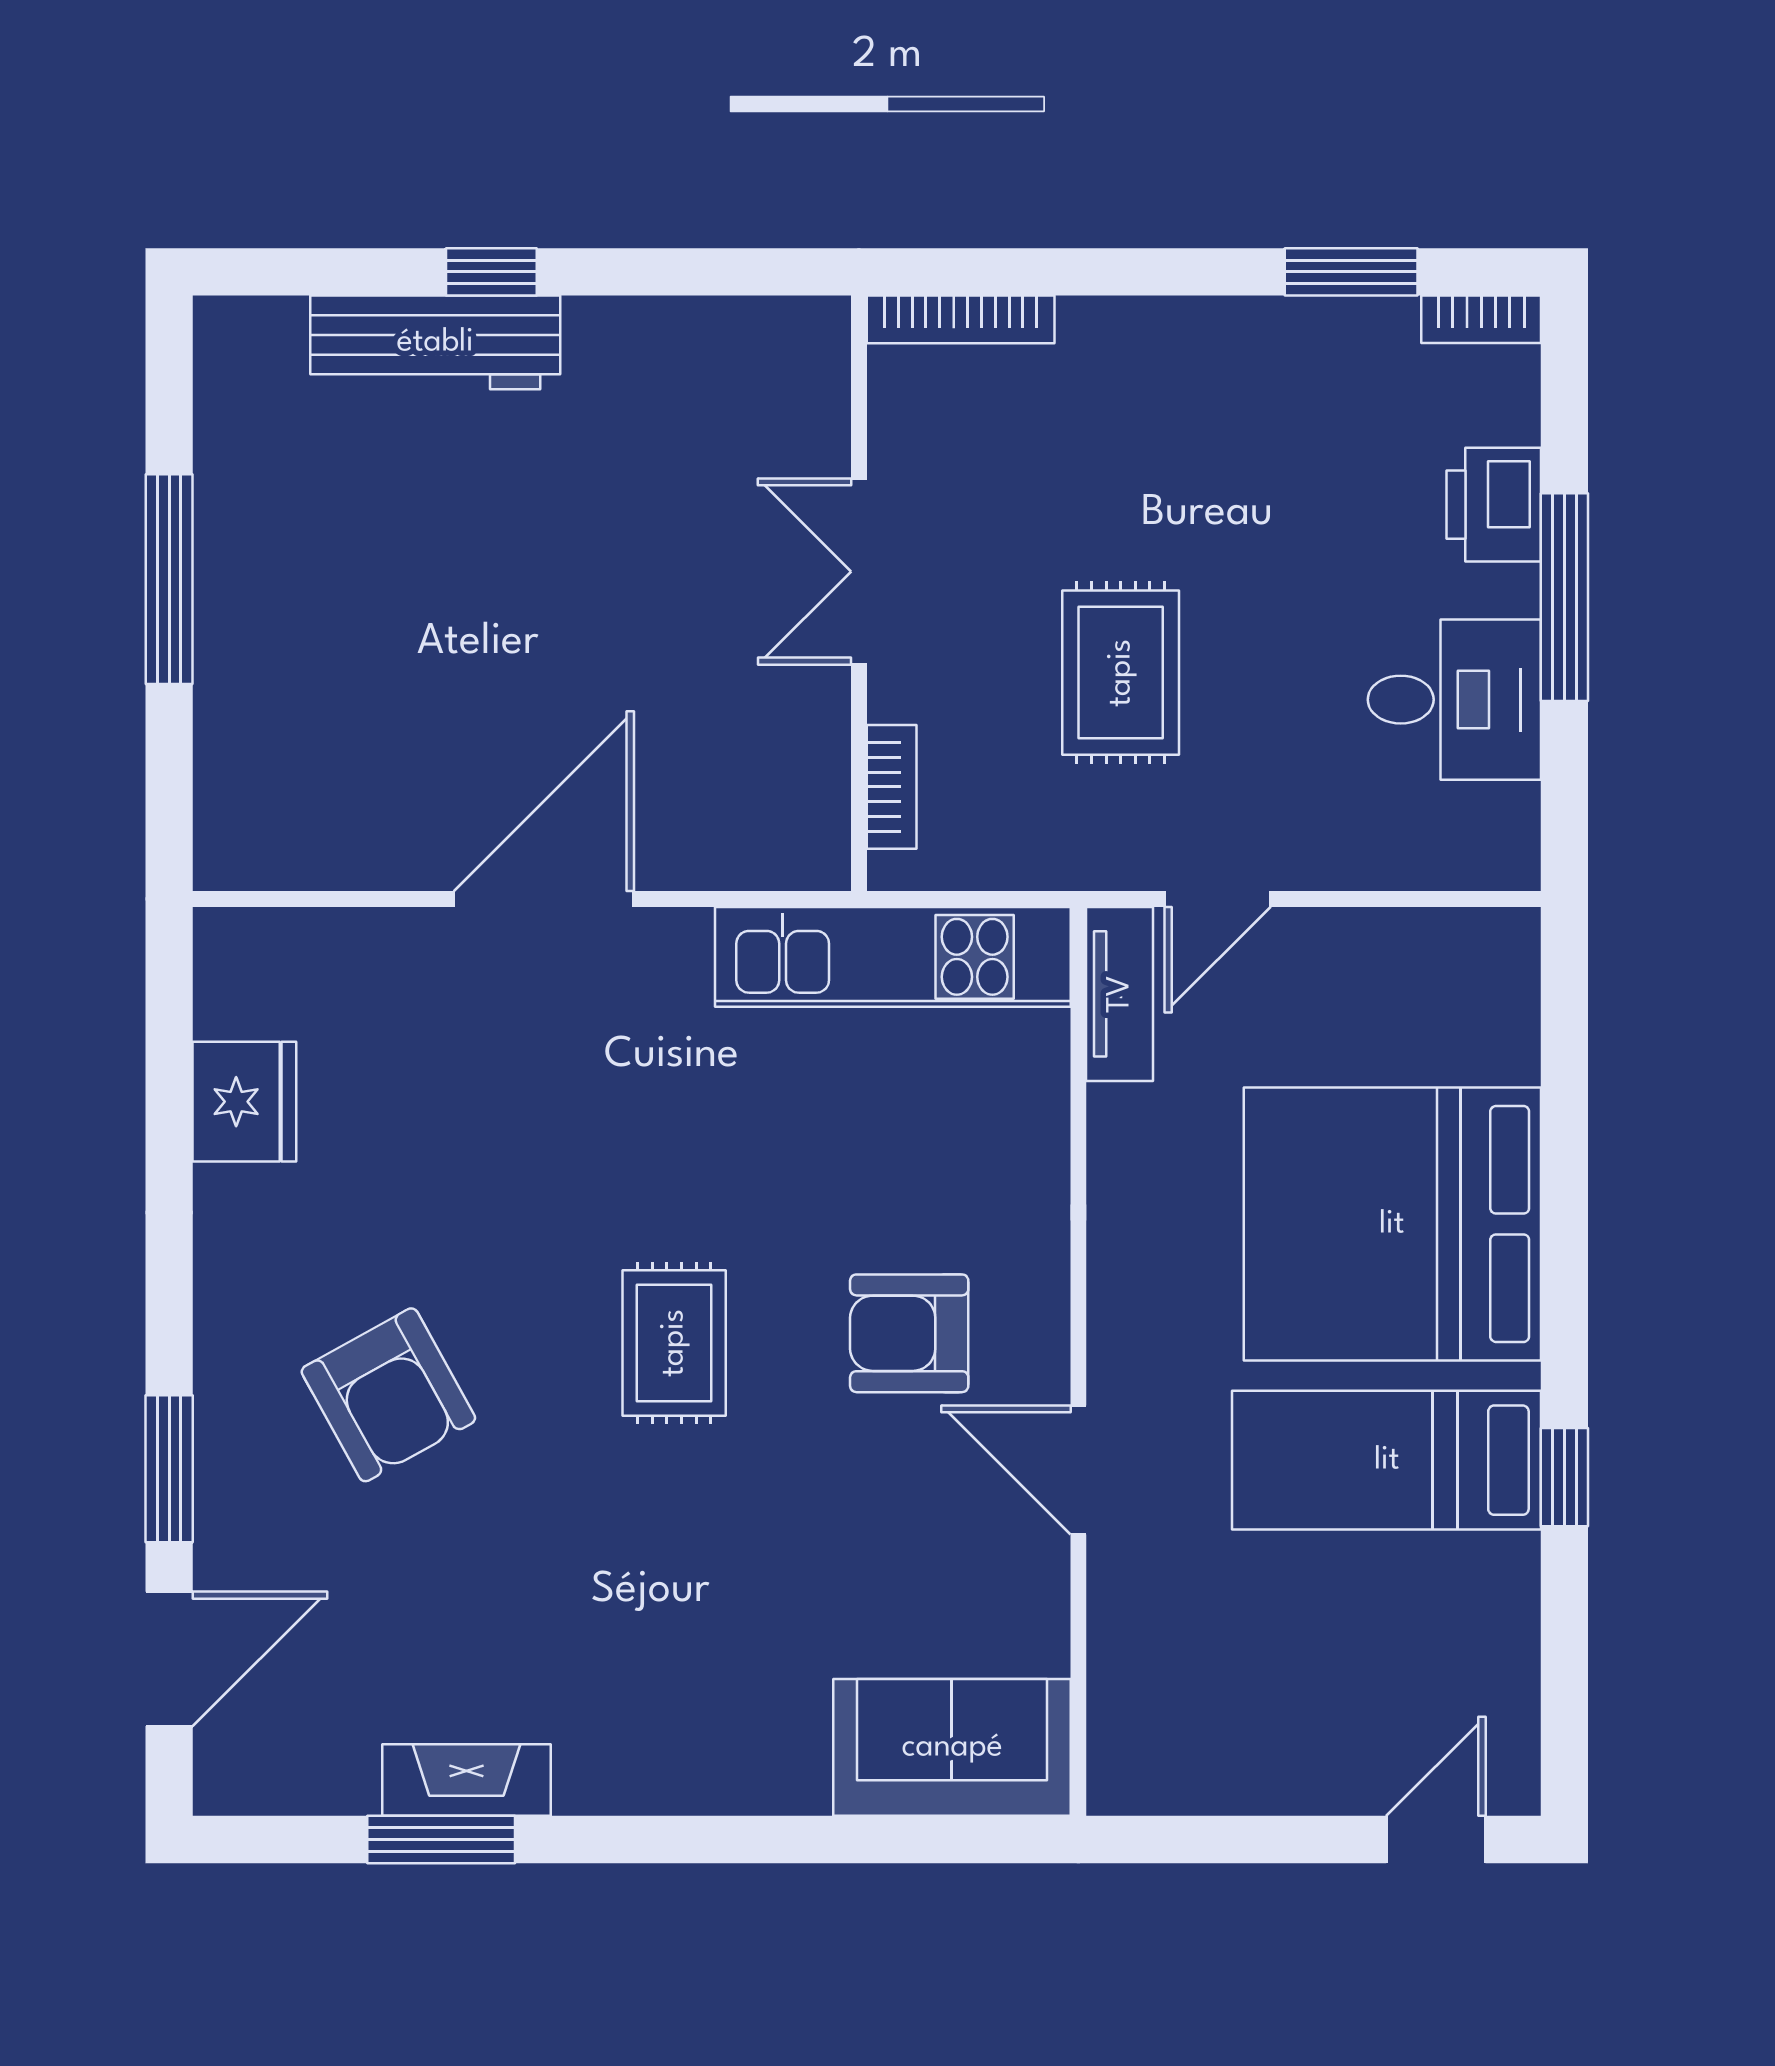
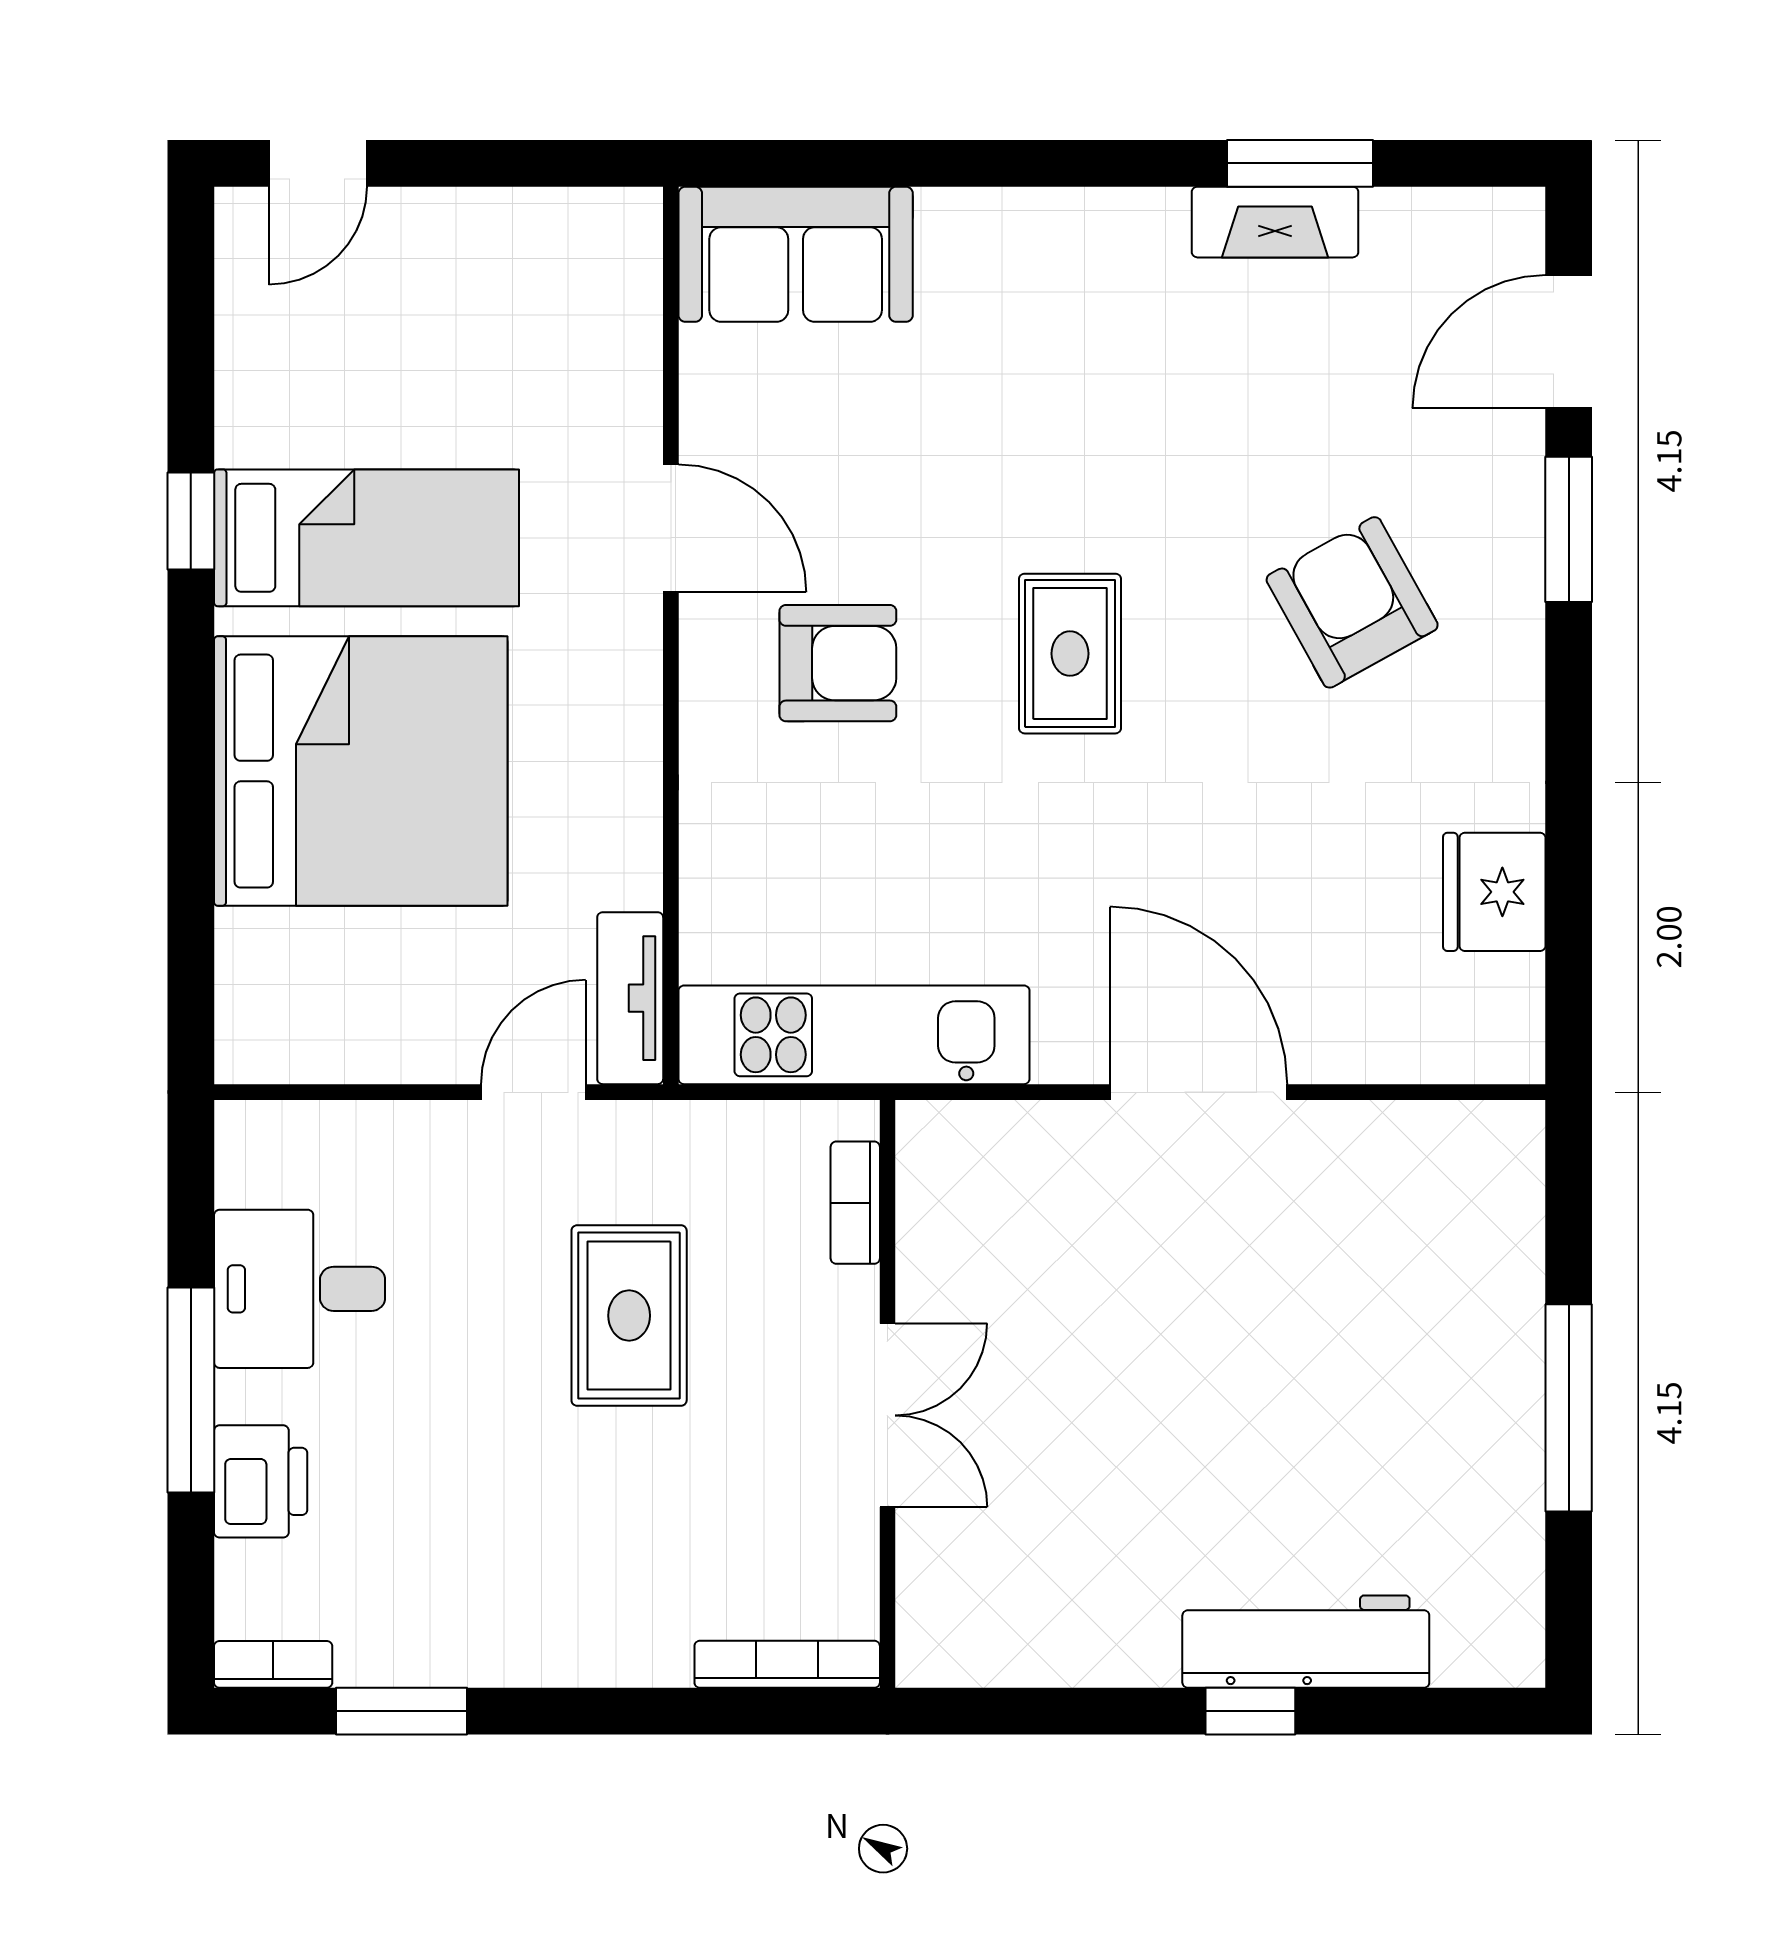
door: (544, 899) -> (1199, 1092), swing flipped

